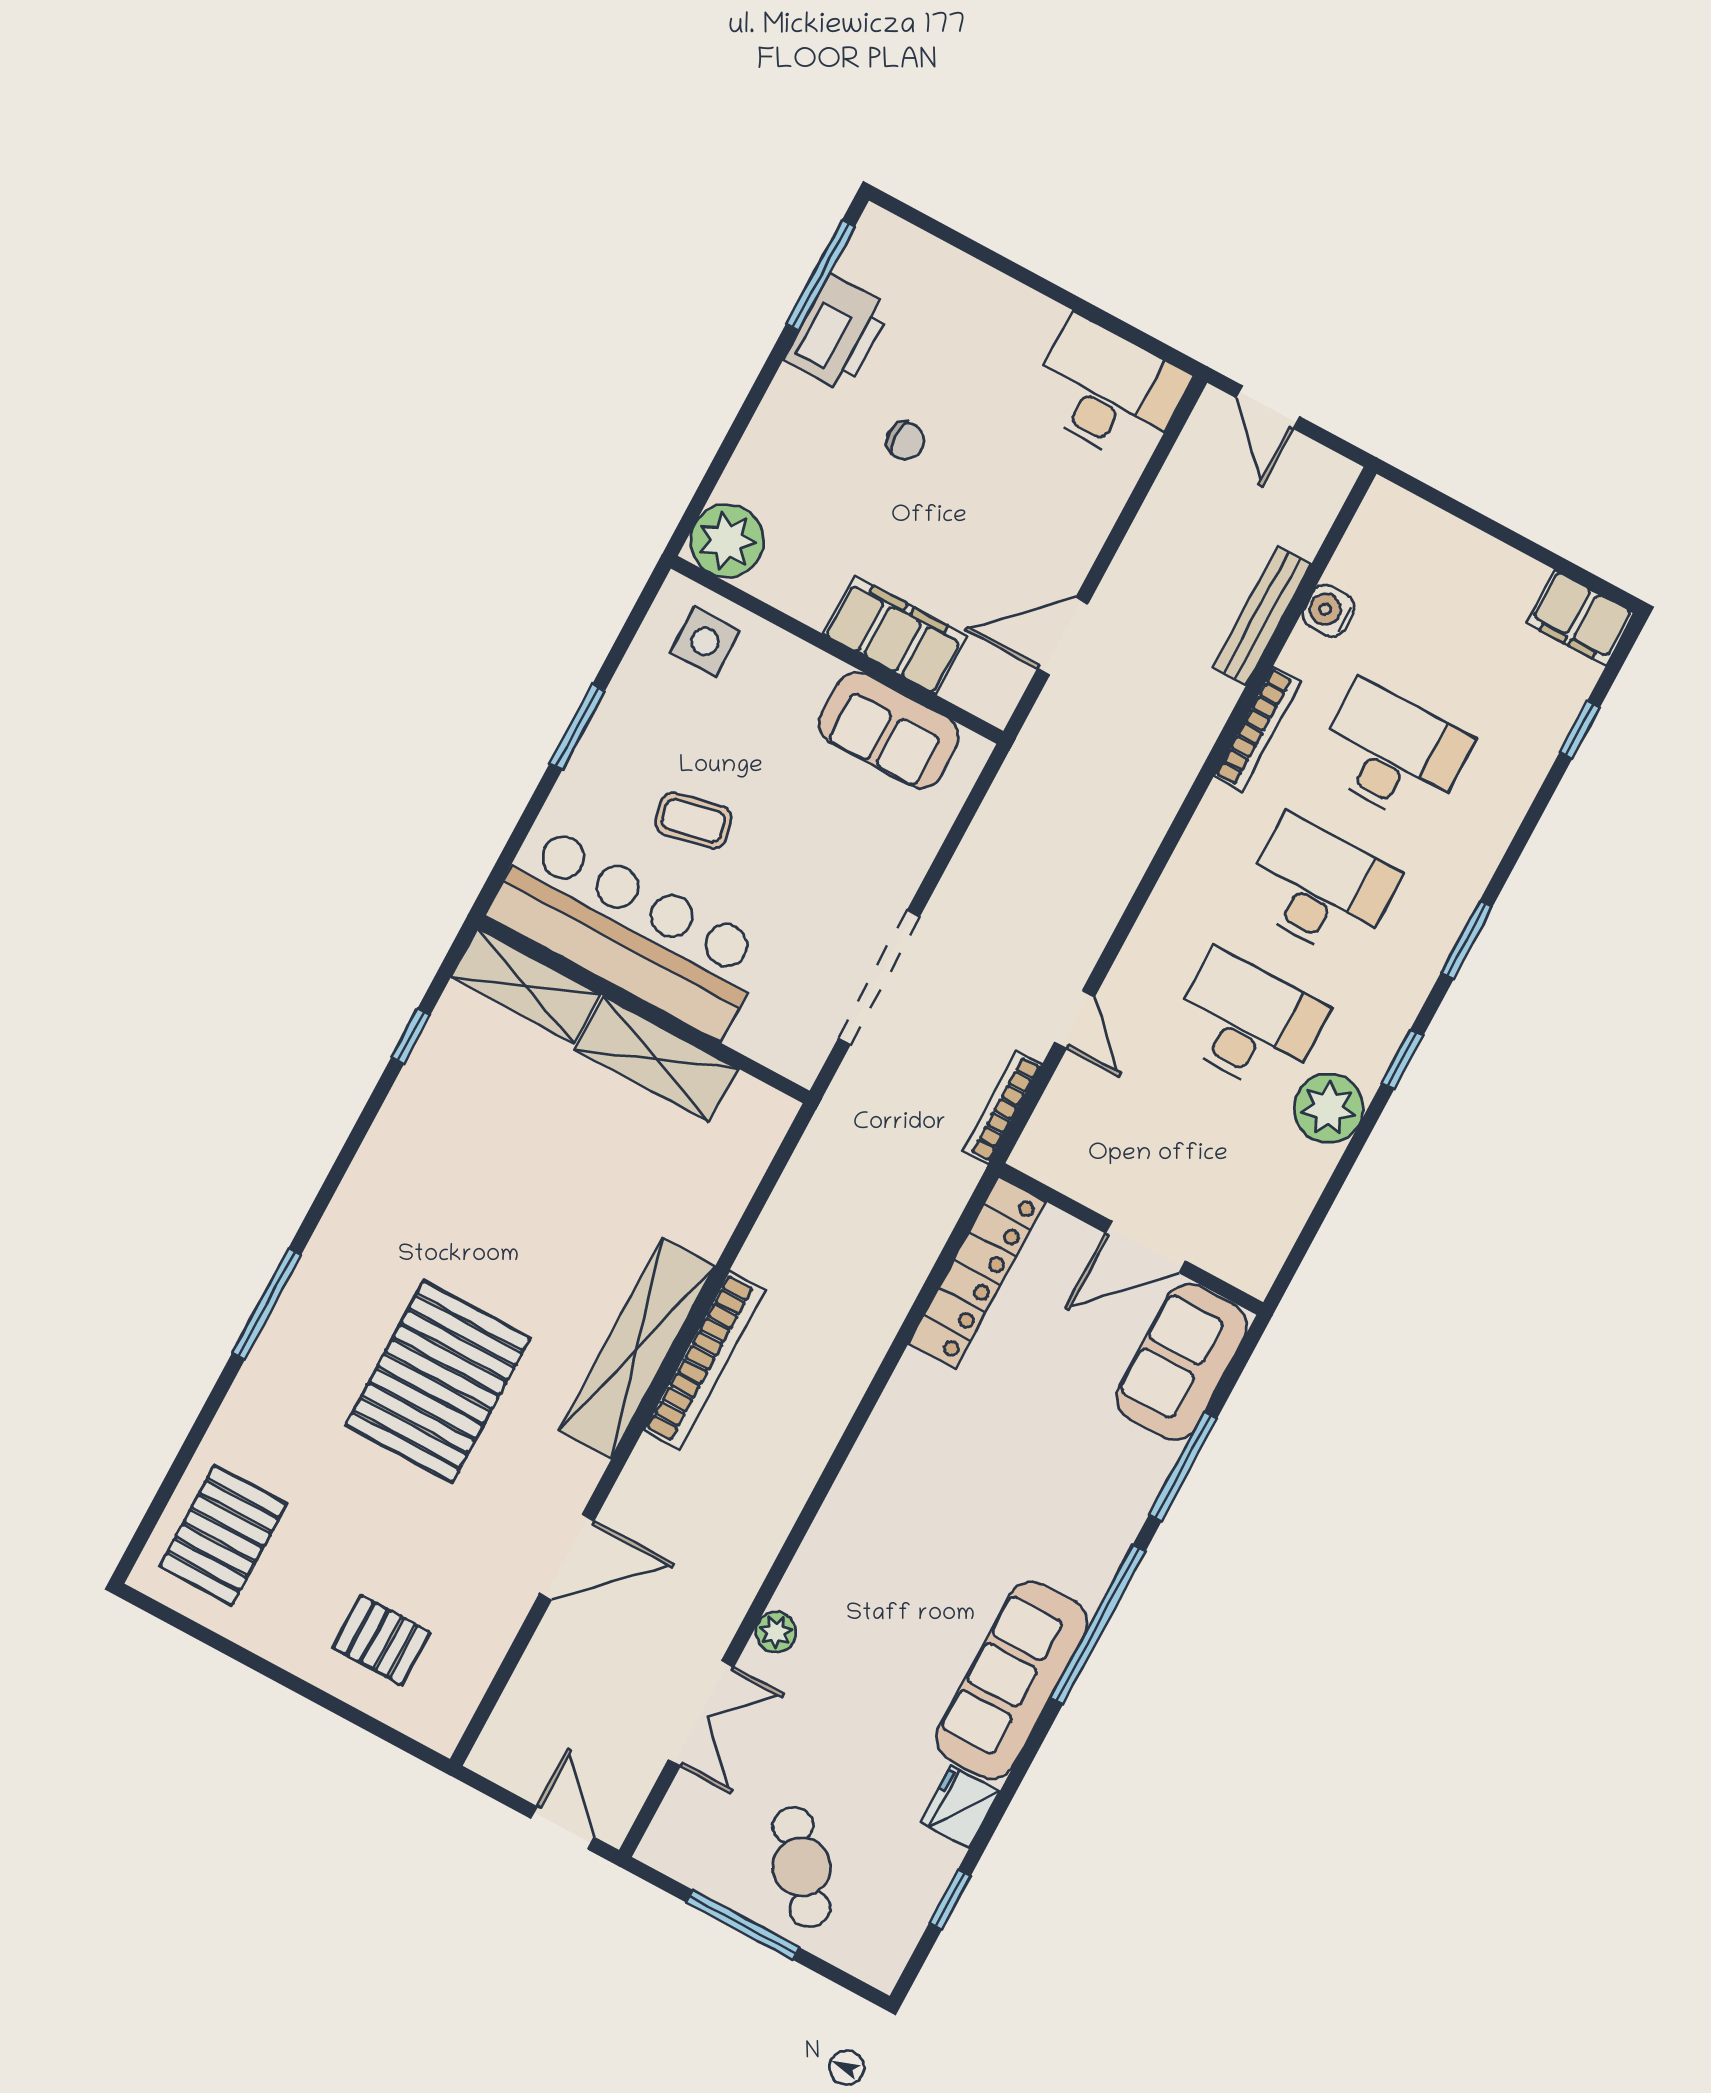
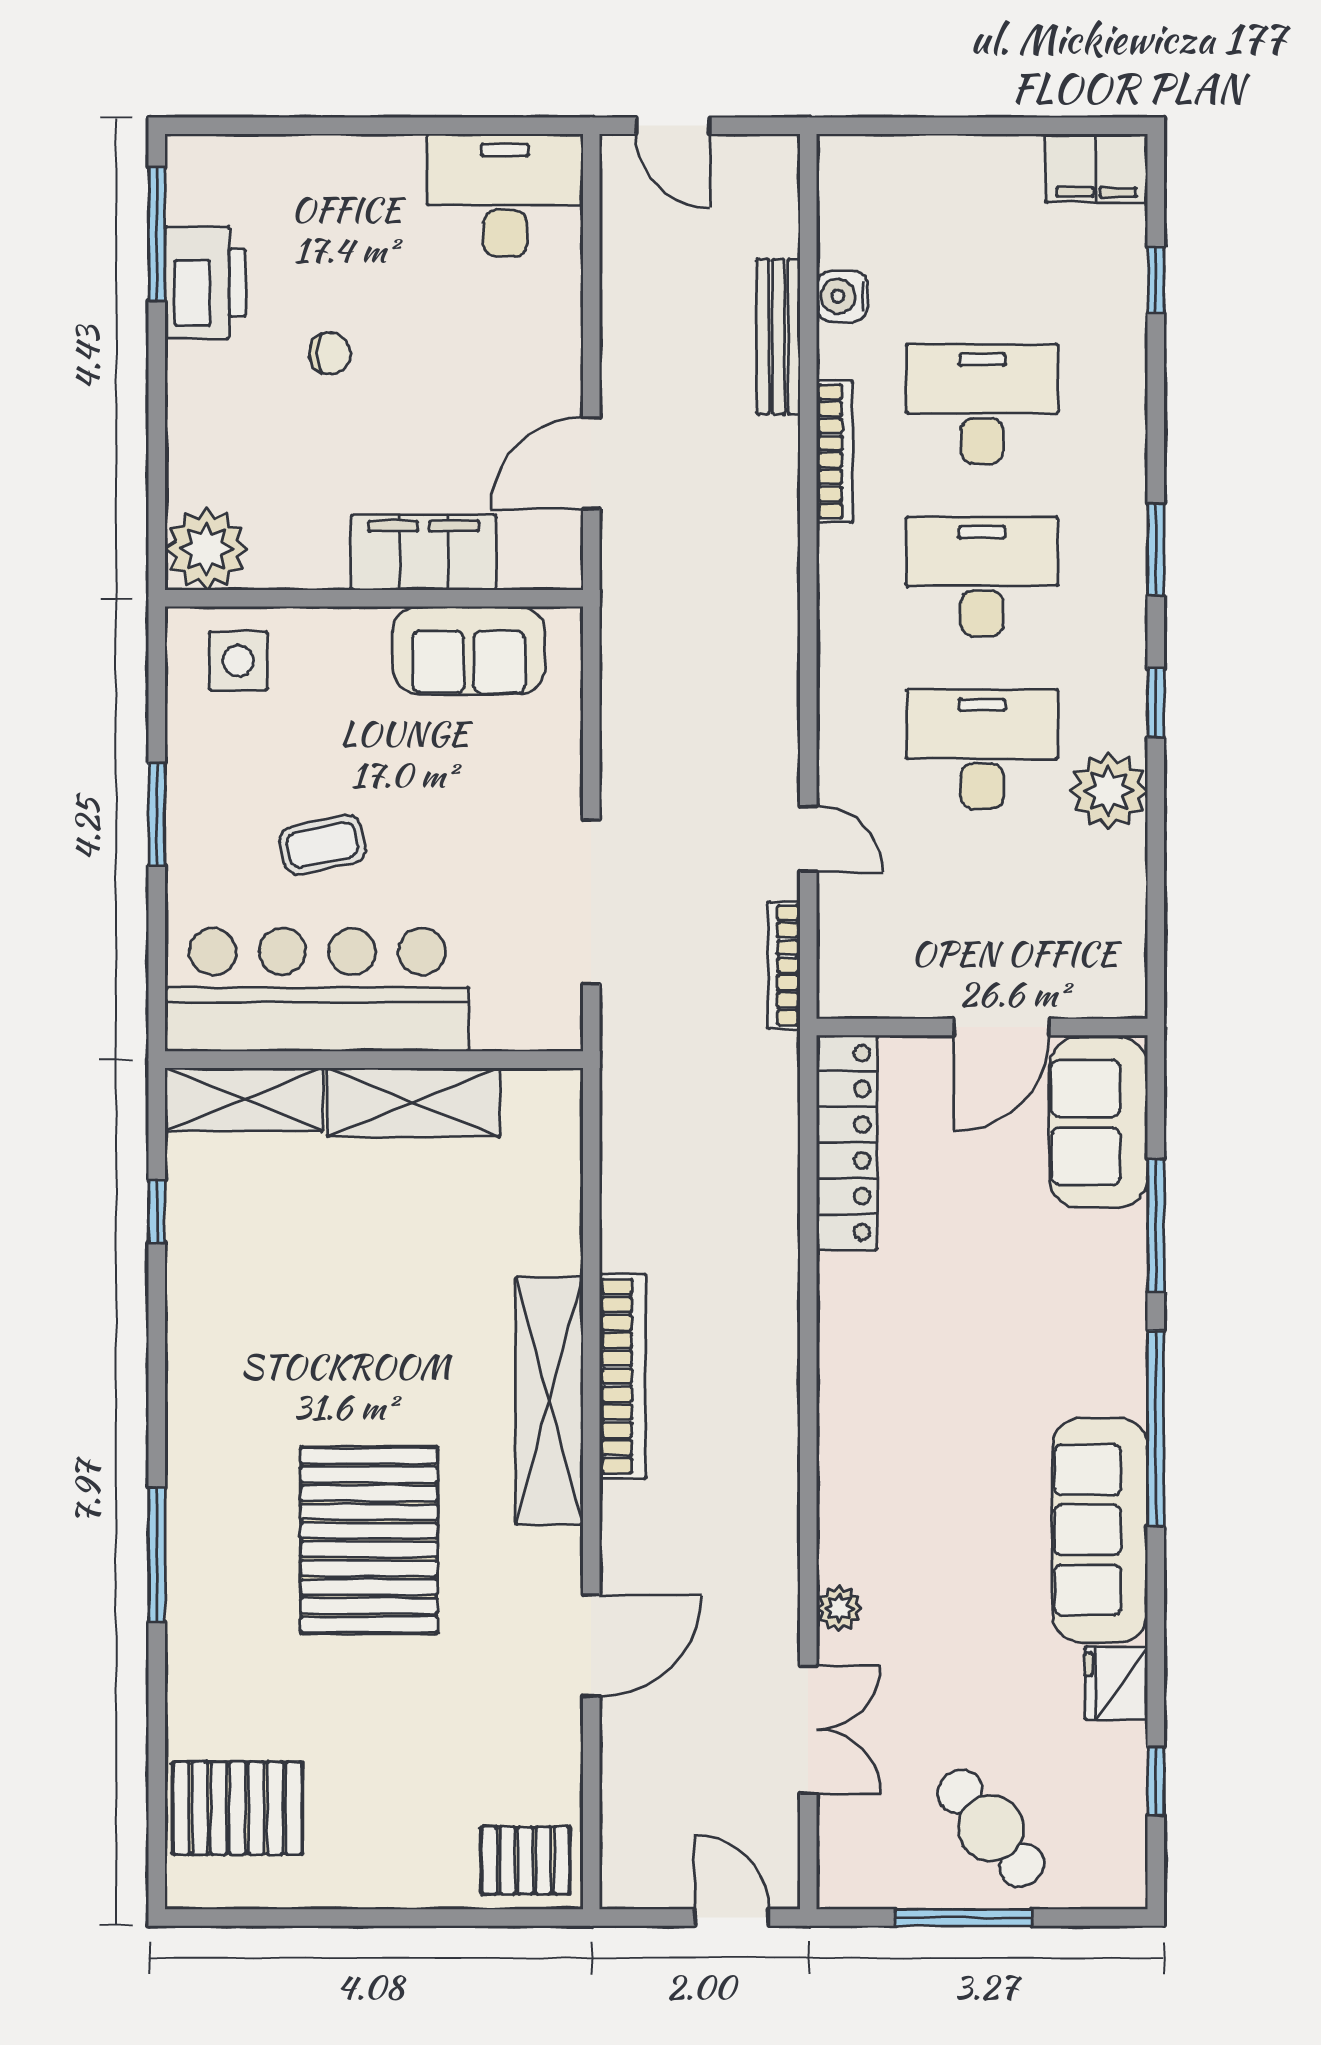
pallet: (223, 1535) -> (237, 1808), turned 90
pallet: (381, 1640) -> (525, 1860), moved

